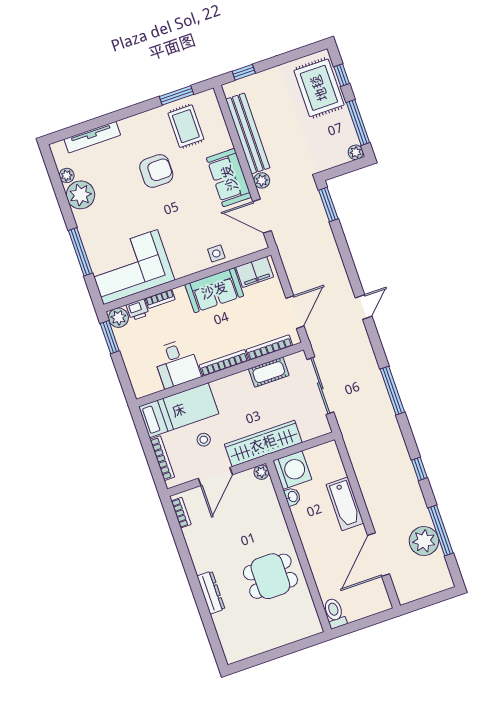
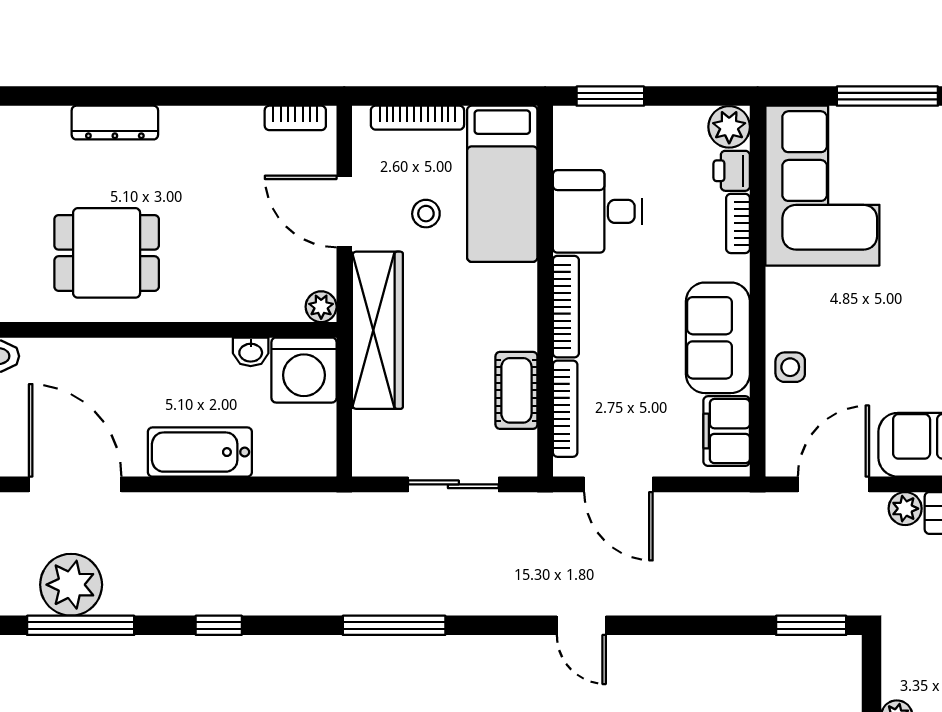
window: (110, 337) -> (610, 96), moved
sliding door: (320, 386) -> (453, 484), width x0.73
dining table: (270, 576) -> (107, 253), turned 90

